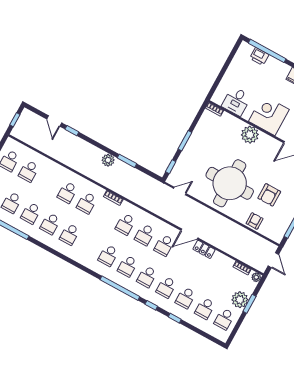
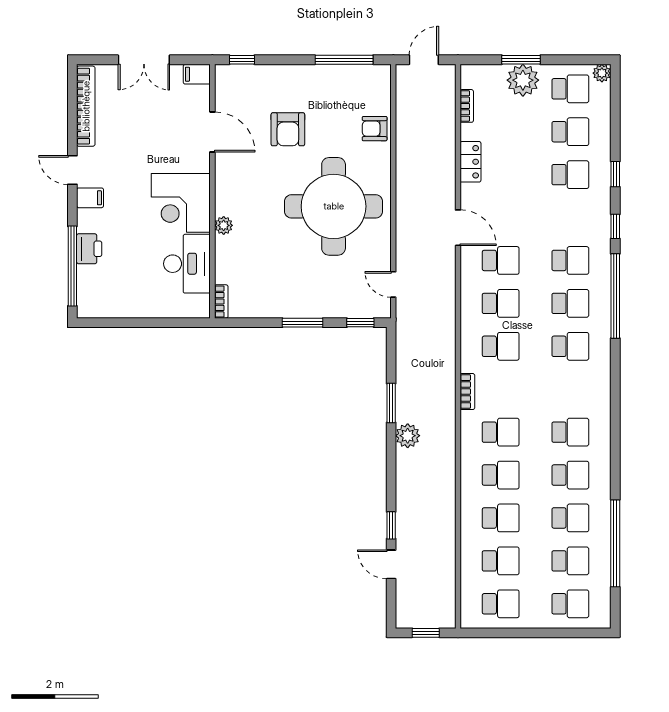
printer: (259, 56) -> (89, 249), moved
desk: (236, 101) -> (187, 264), width x1.37
door: (54, 121) -> (391, 564), swing flipped
plant: (250, 135) -> (224, 225), width x0.53, depth x0.53
armchair: (269, 195) -> (288, 129), moved, turned 90
locker: (204, 249) -> (470, 162), moved
plant: (256, 277) -> (602, 73), moved
school desk: (166, 287) -> (501, 518), moved

